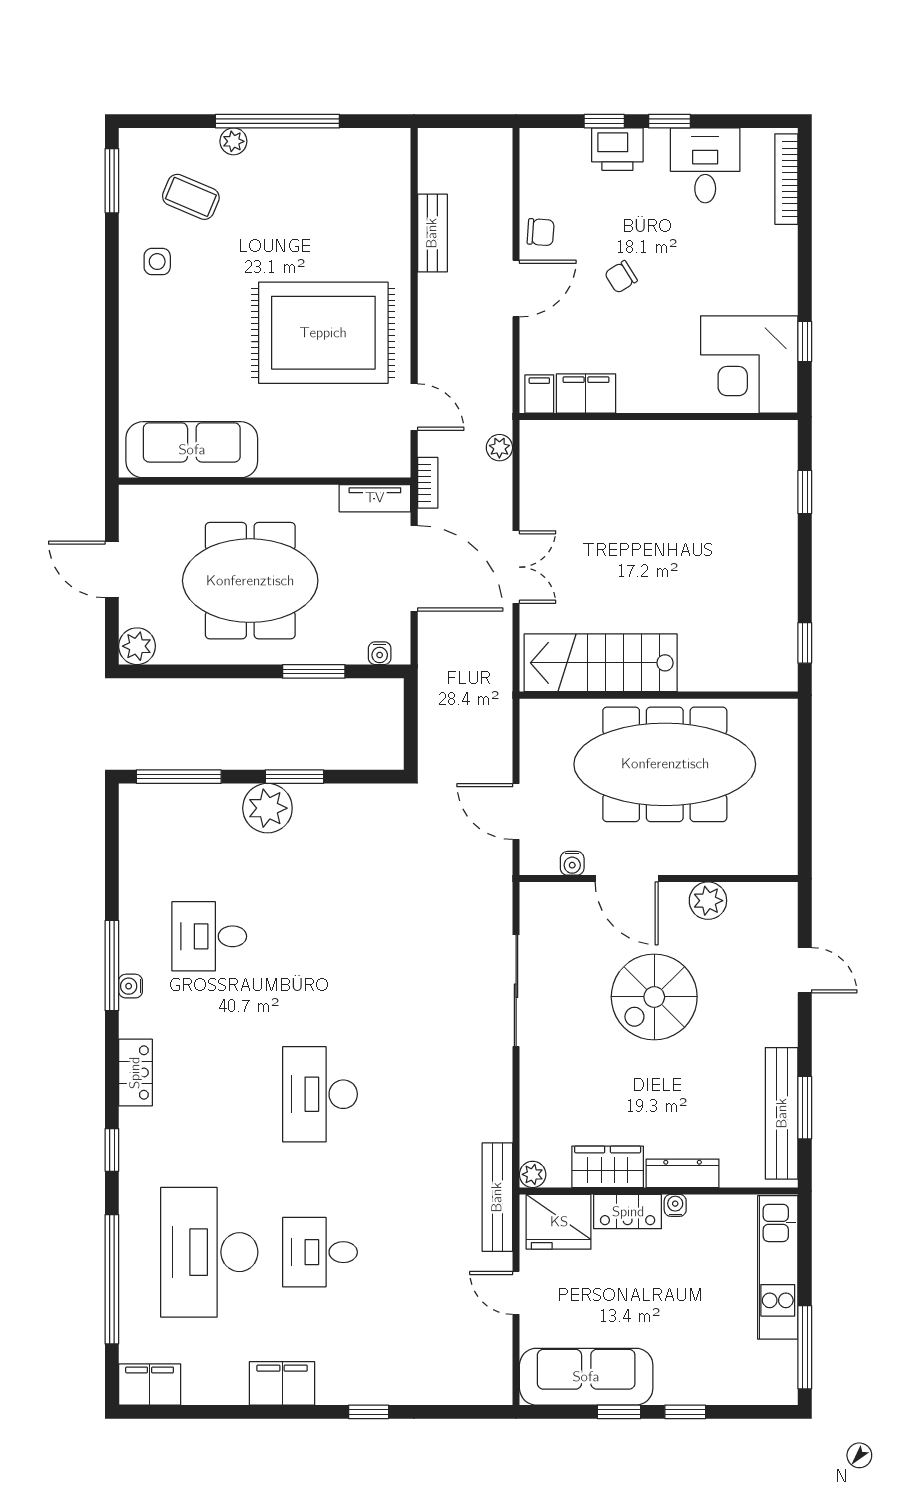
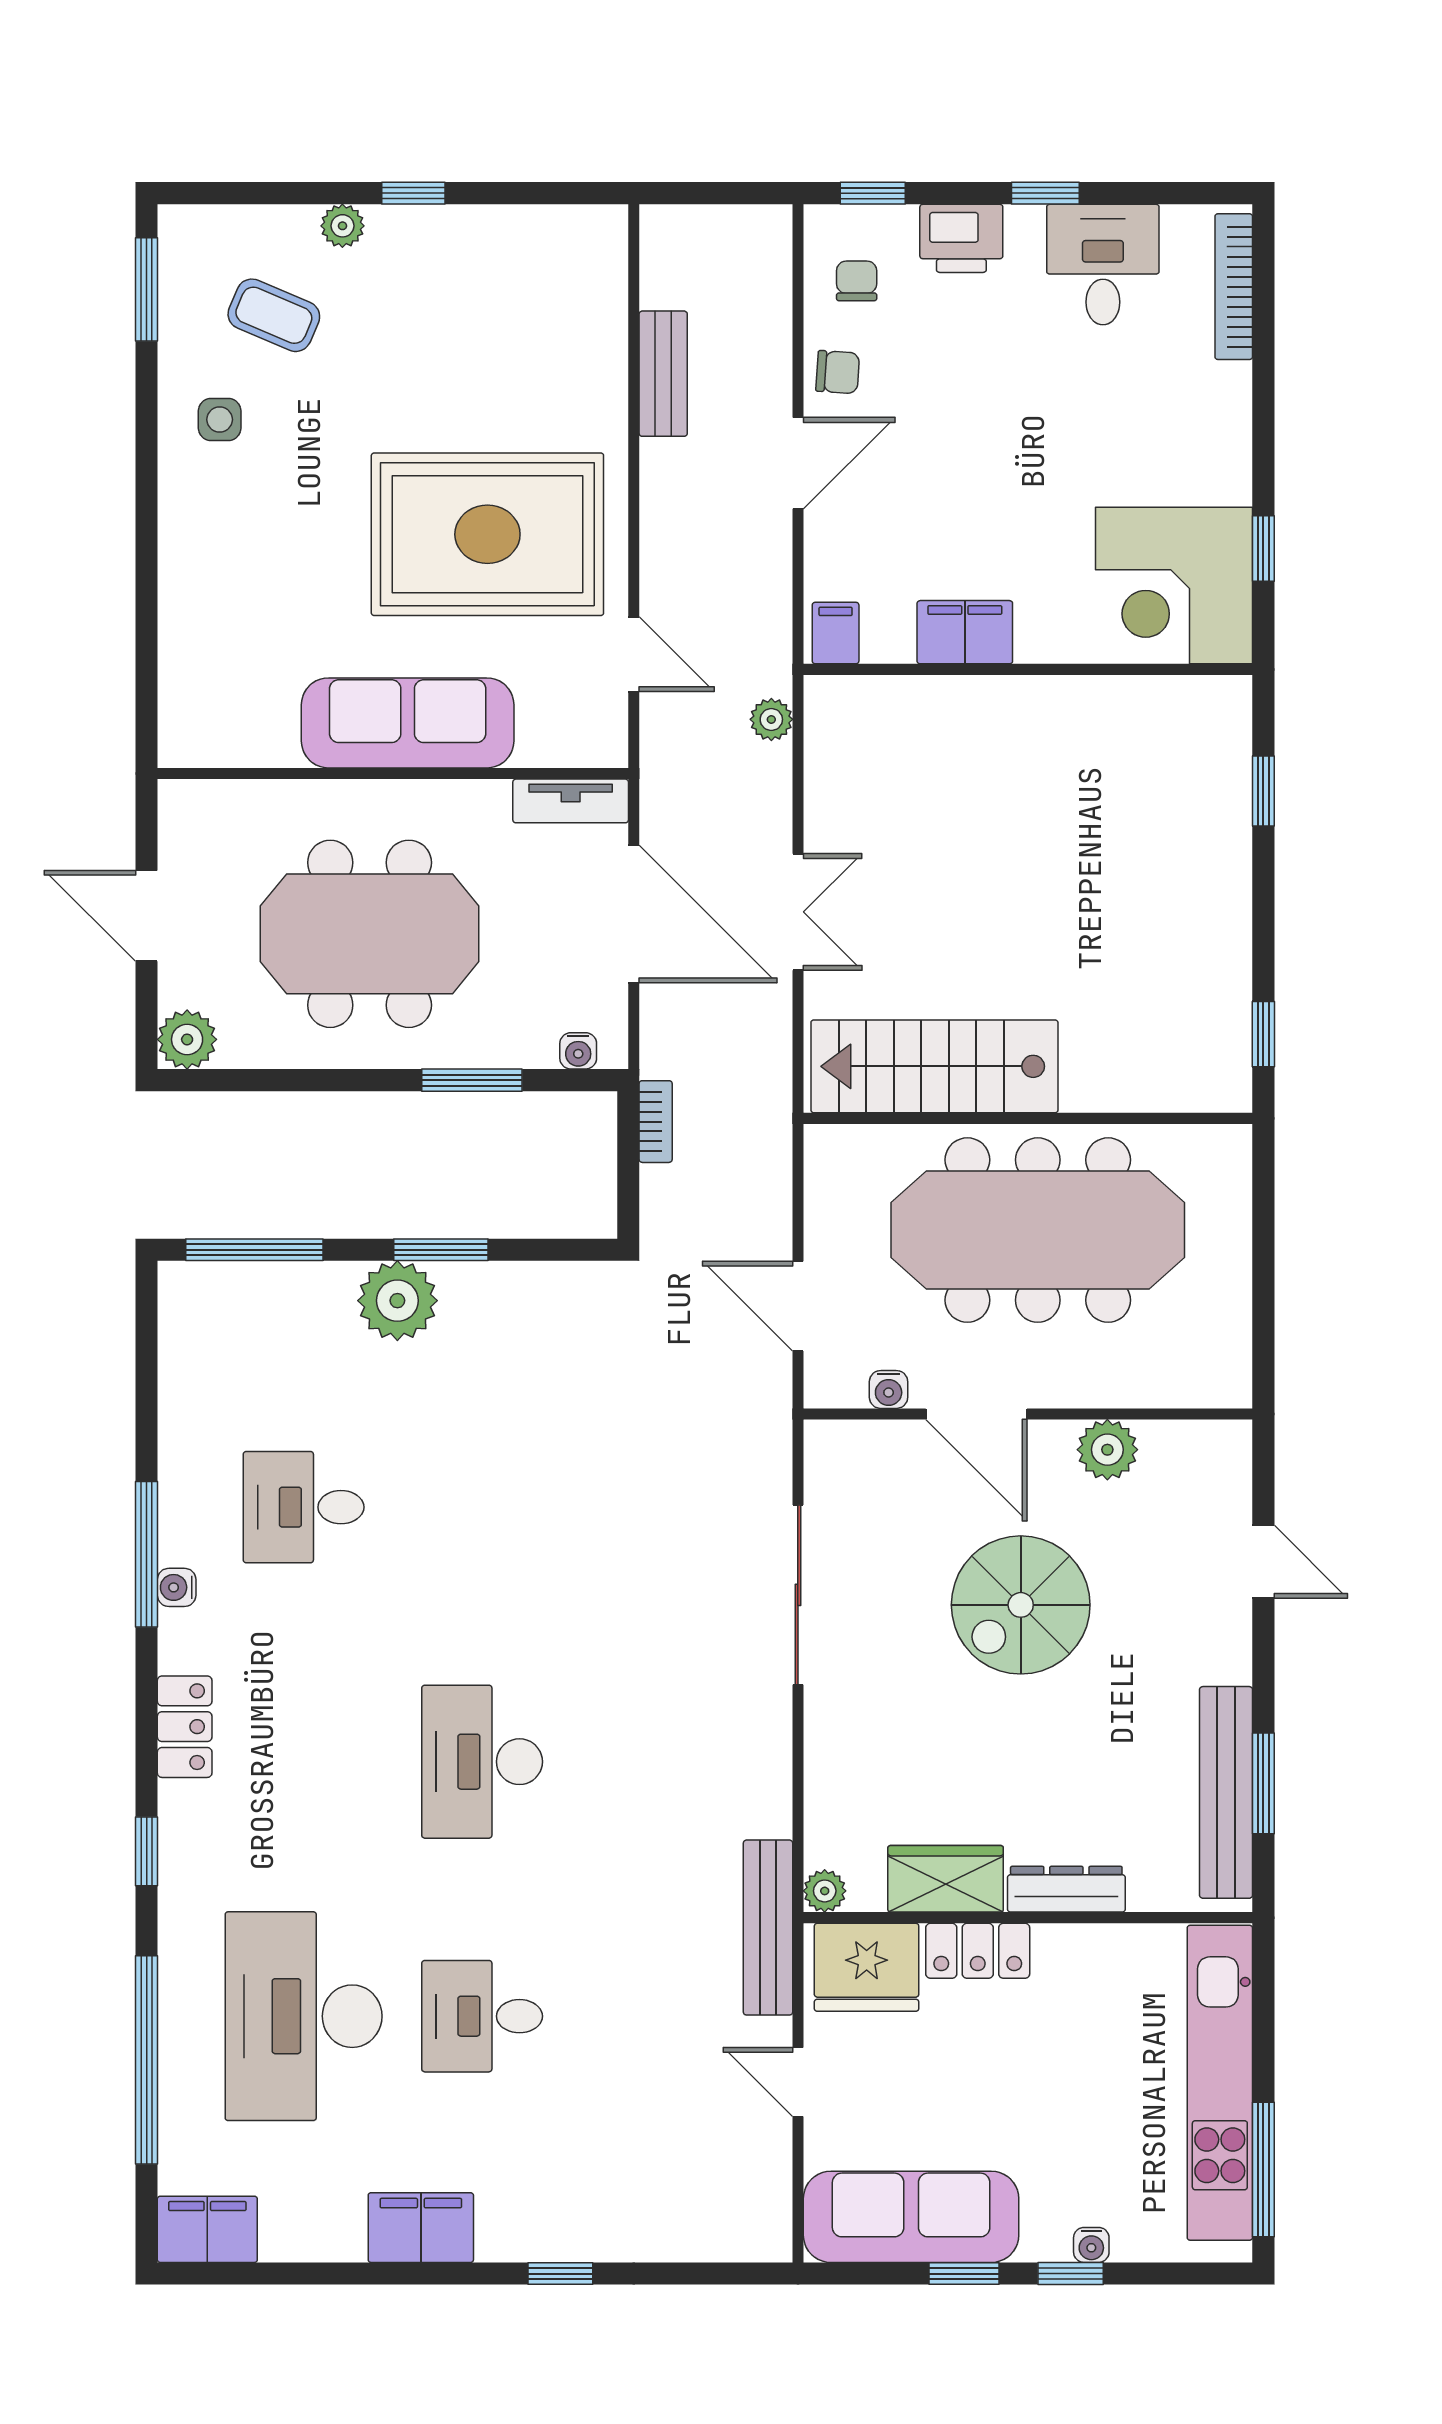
window: (277, 121) -> (413, 193), width x0.32
window: (604, 121) -> (873, 193), moved
chair: (621, 277) -> (857, 281), moved, turned 122
filing cabinet: (586, 393) -> (965, 632), moved
sofa: (192, 450) -> (408, 723), moved
bookcase: (428, 483) -> (656, 1122), moved
water cooler: (675, 1205) -> (1091, 2245), moved, turned 180
kitchen unit: (778, 1267) -> (1220, 2083), width x1.36

